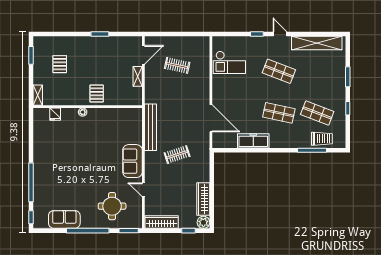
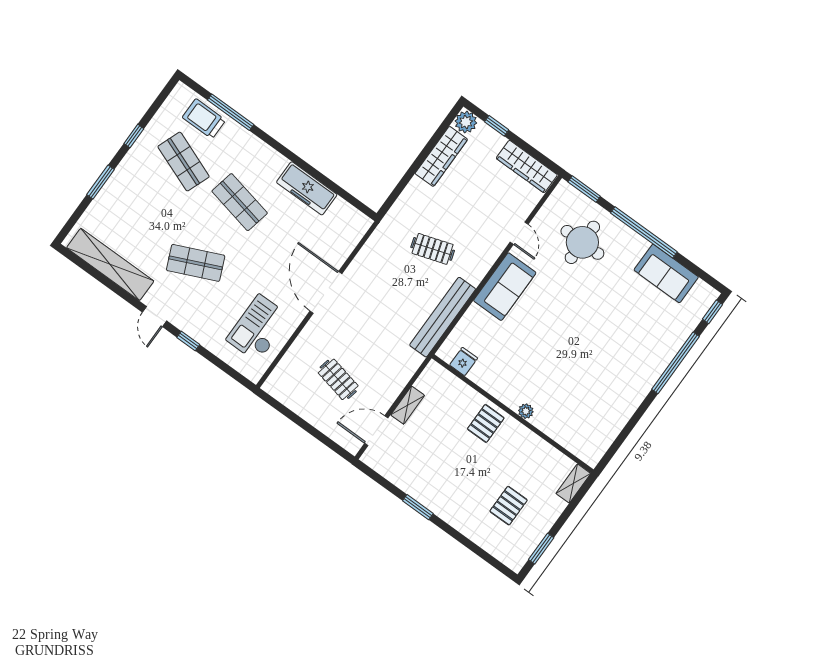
checkout: (229, 62) -> (258, 328), turned -90
shop shelf: (279, 71) -> (196, 263), turned -45
fridge: (55, 114) -> (464, 362), moved
door: (211, 118) -> (326, 292), moved

